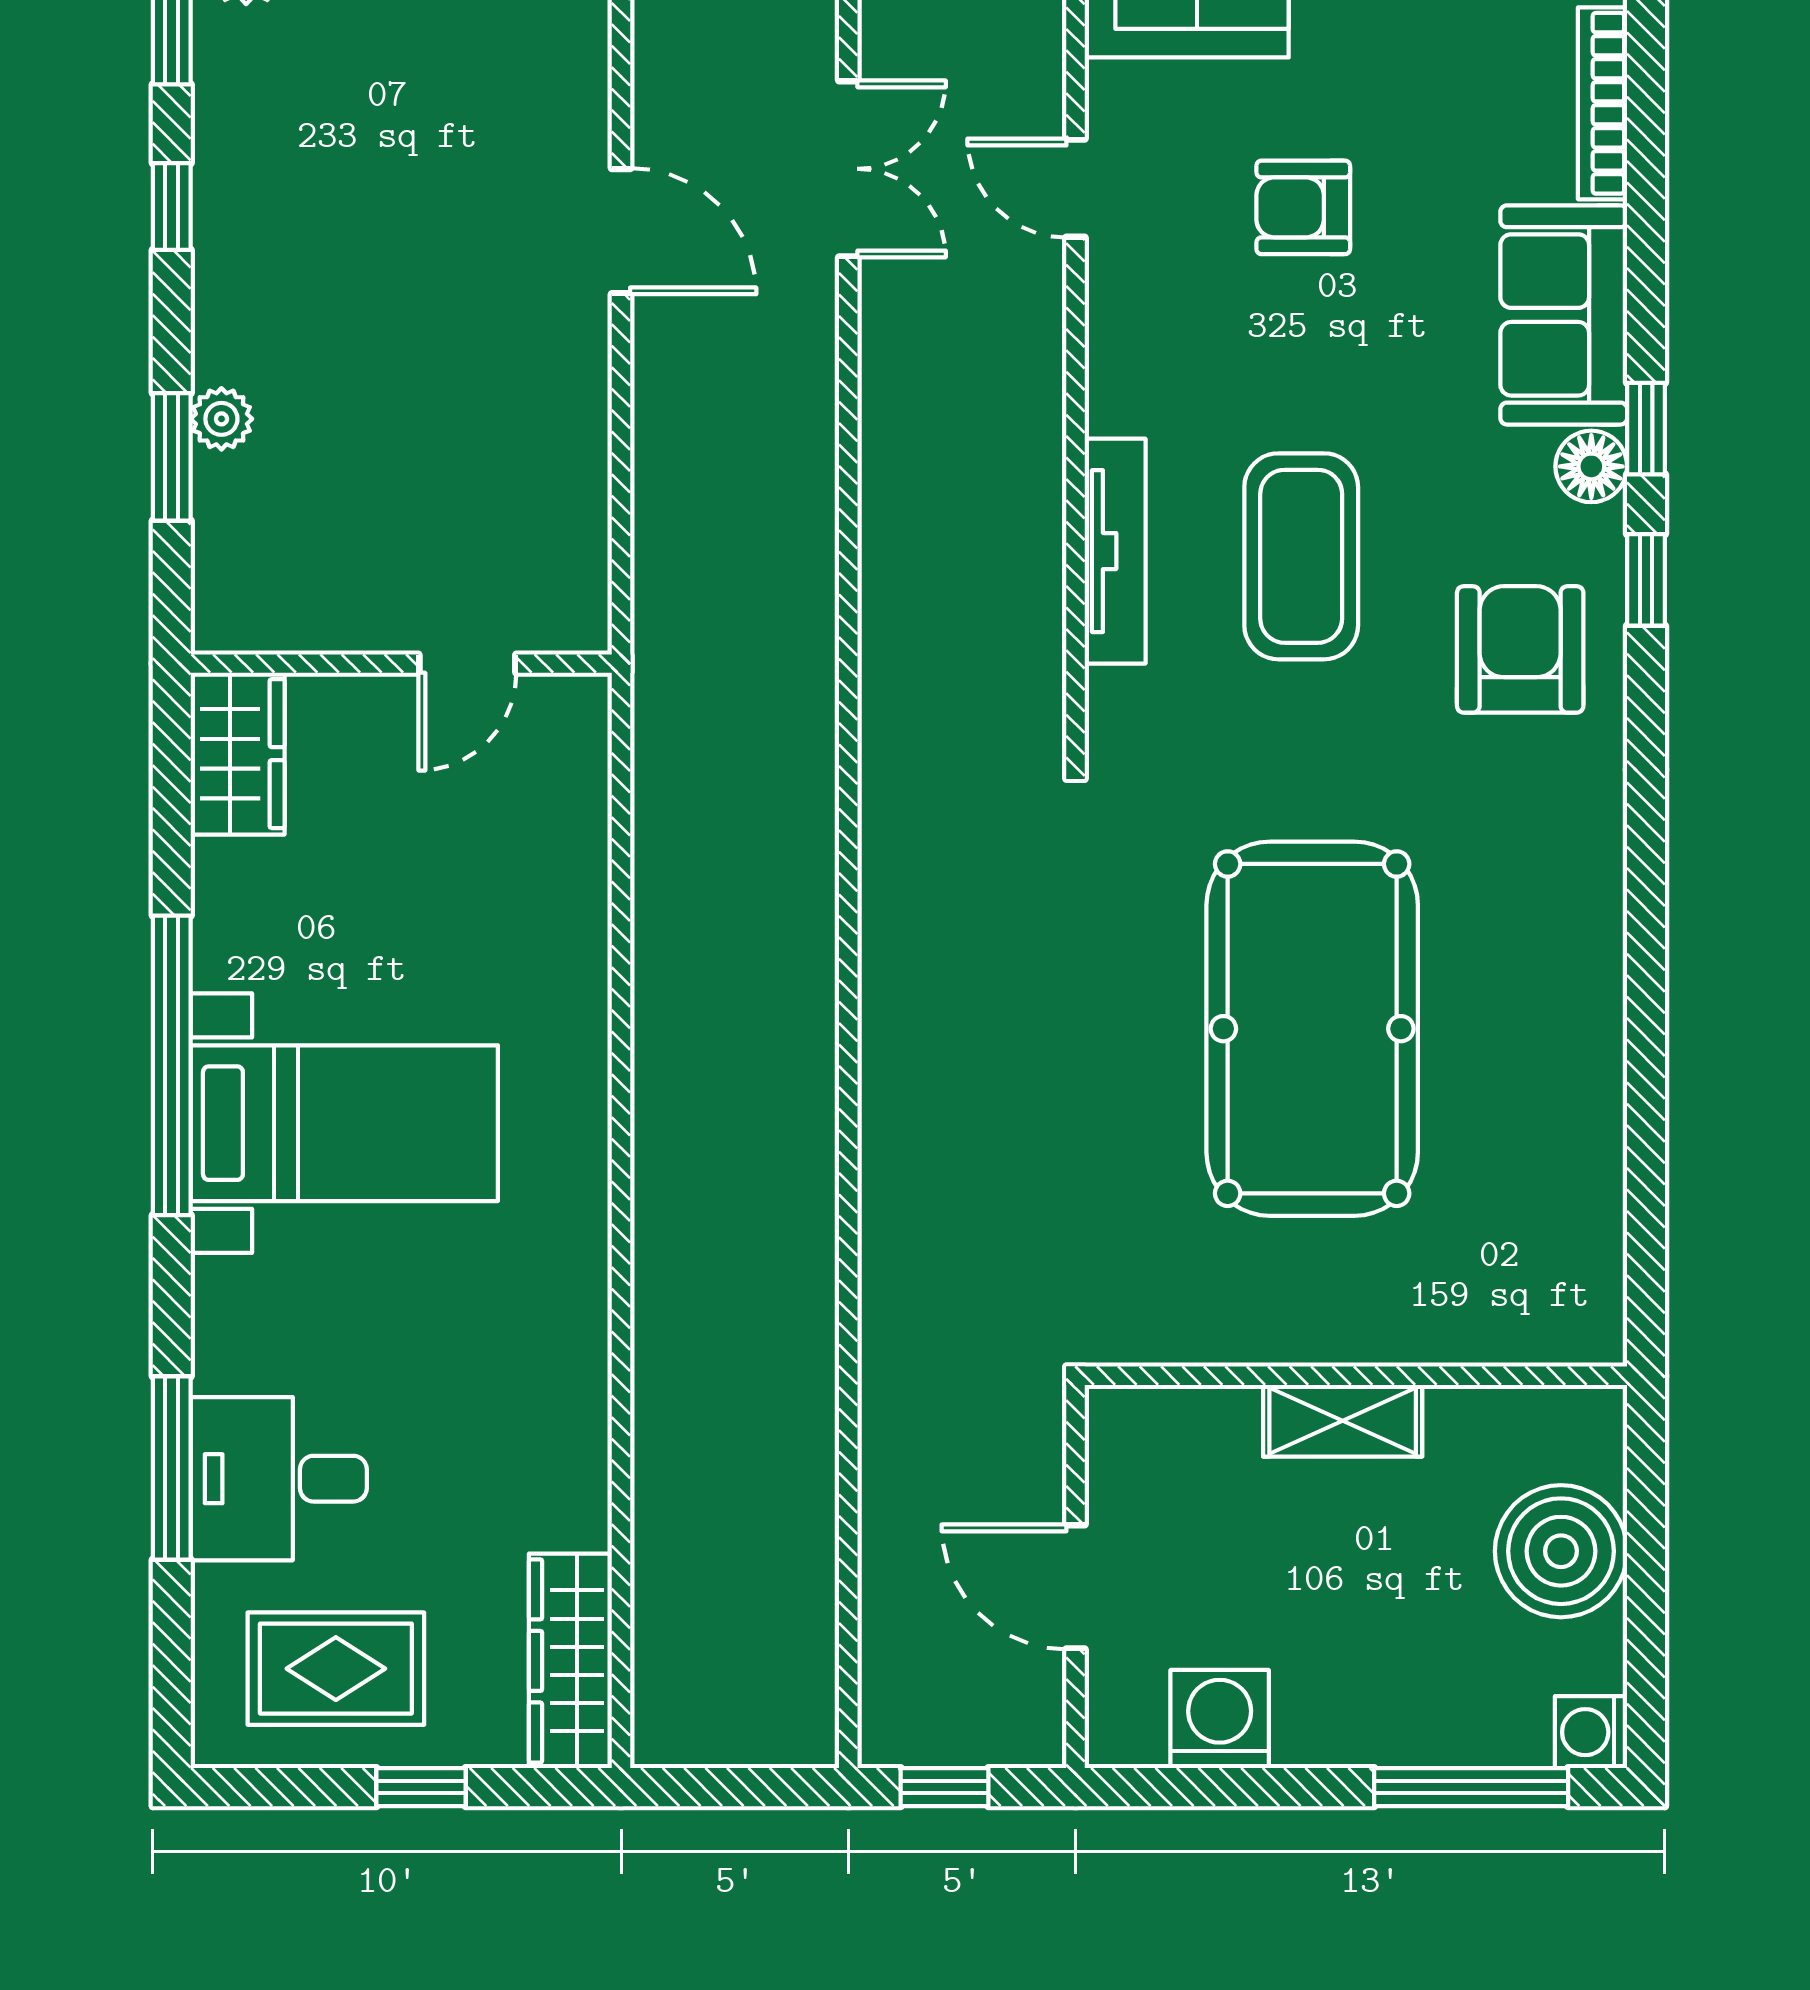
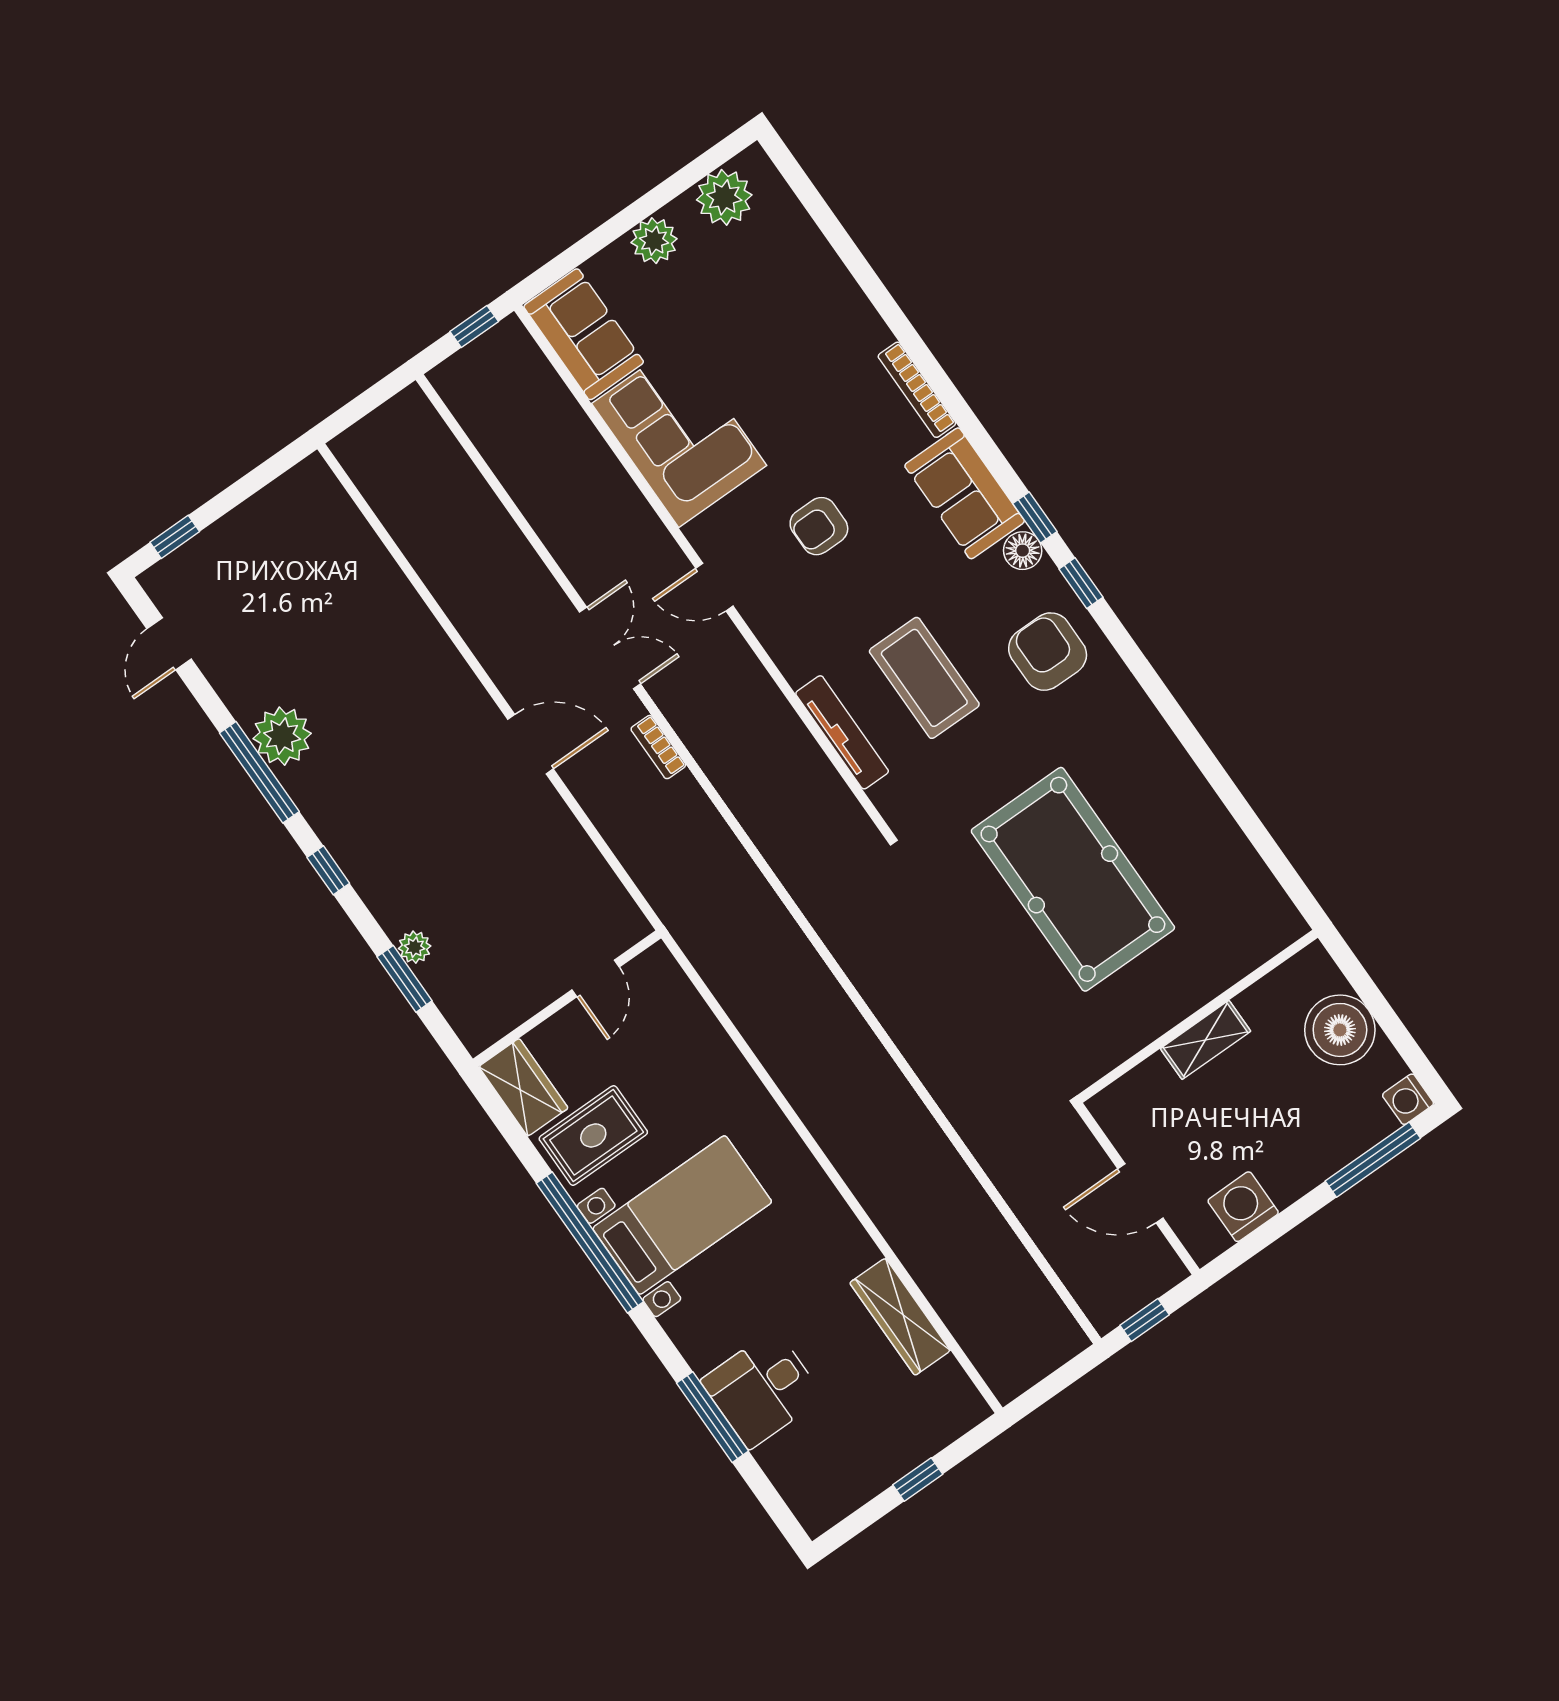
bookcase: (815, 374) -> (658, 747), added
wardrobe: (570, 1661) -> (900, 1317), moved
rug: (336, 1669) -> (593, 1135), moved

